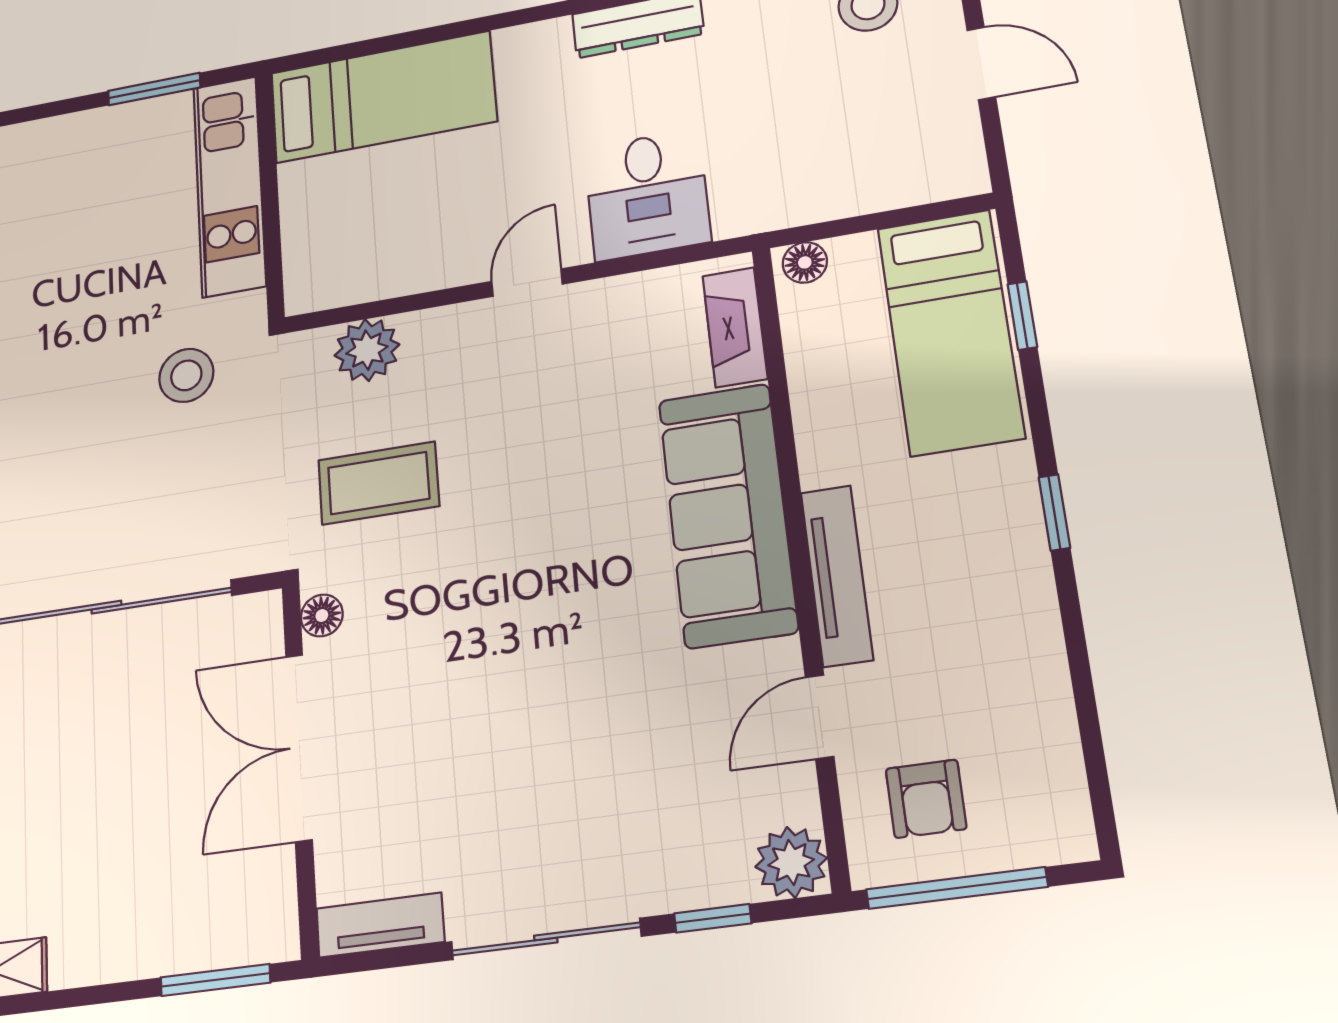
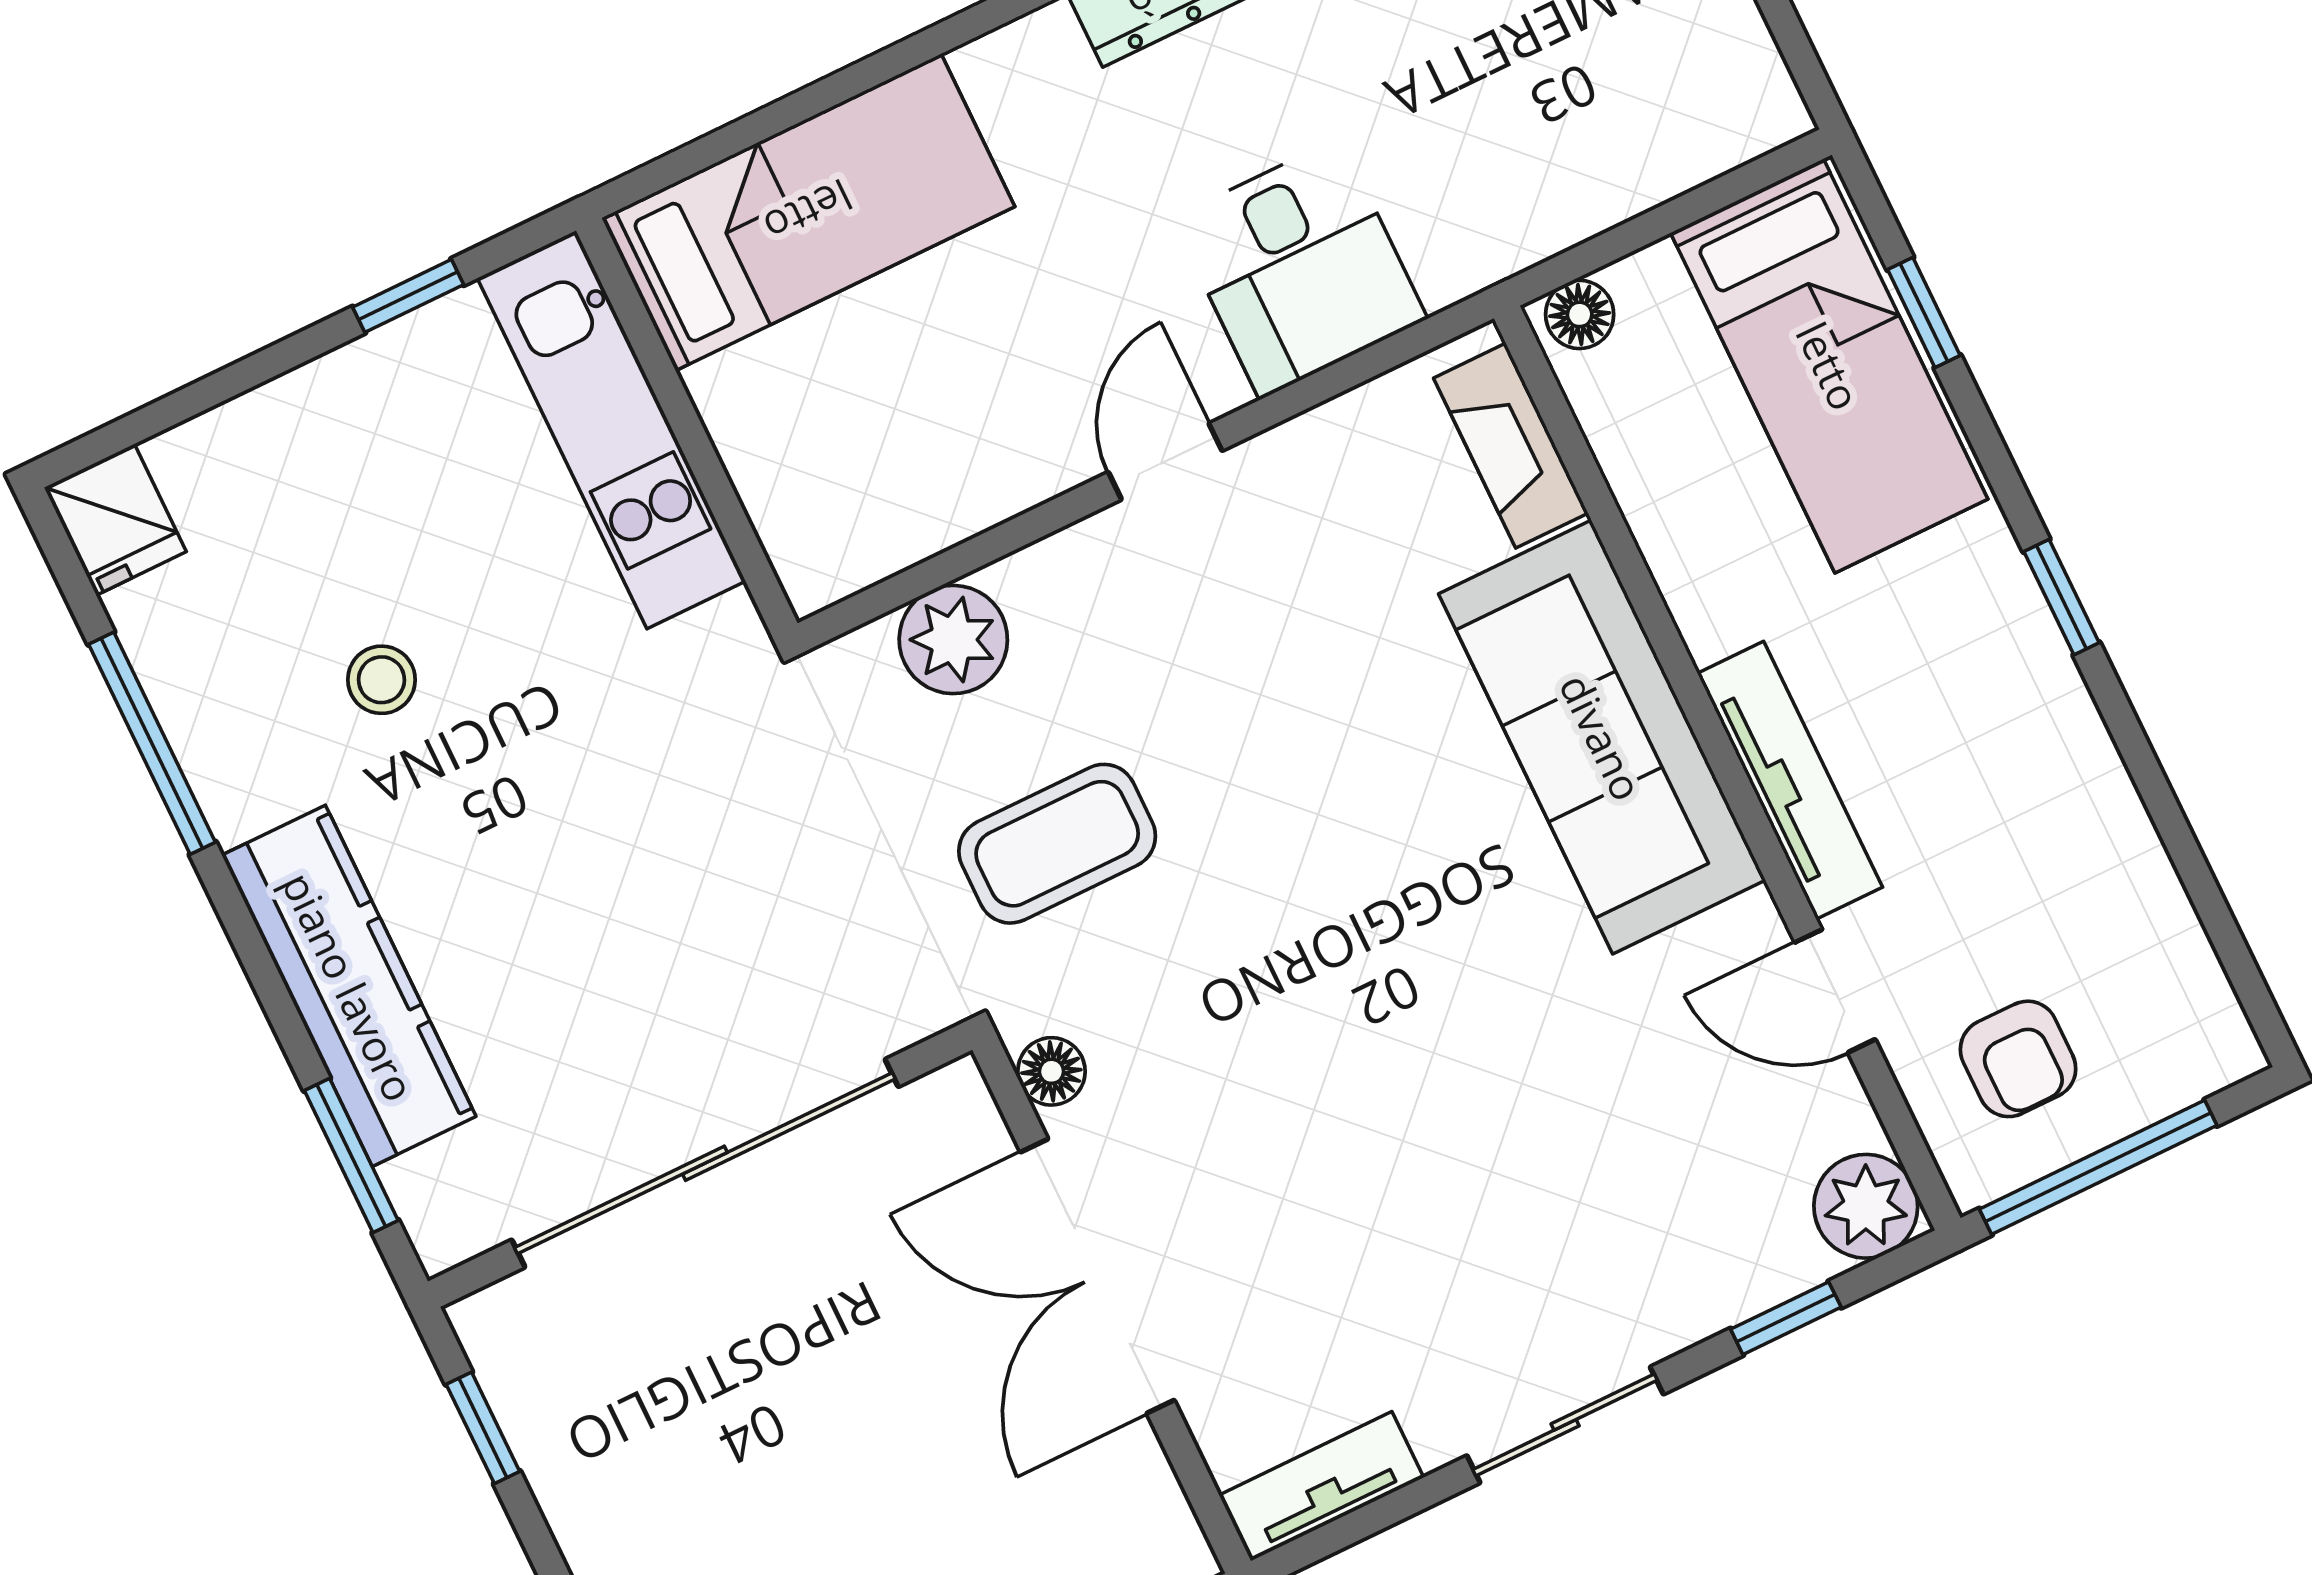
window: (154, 89) -> (408, 296), width x0.67
stool: (186, 375) -> (382, 680), moved, width x0.73, depth x0.73
door: (820, 717) -> (1835, 991), hinge flipped
sliding door: (546, 939) -> (1565, 1425), width x0.73

